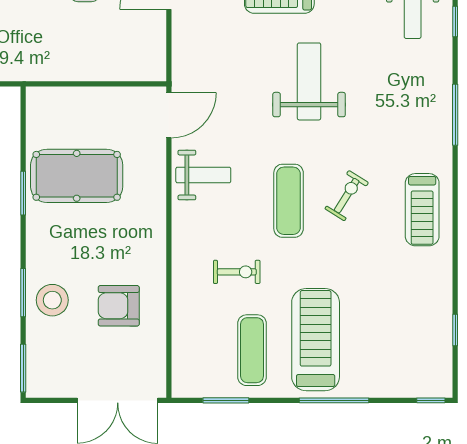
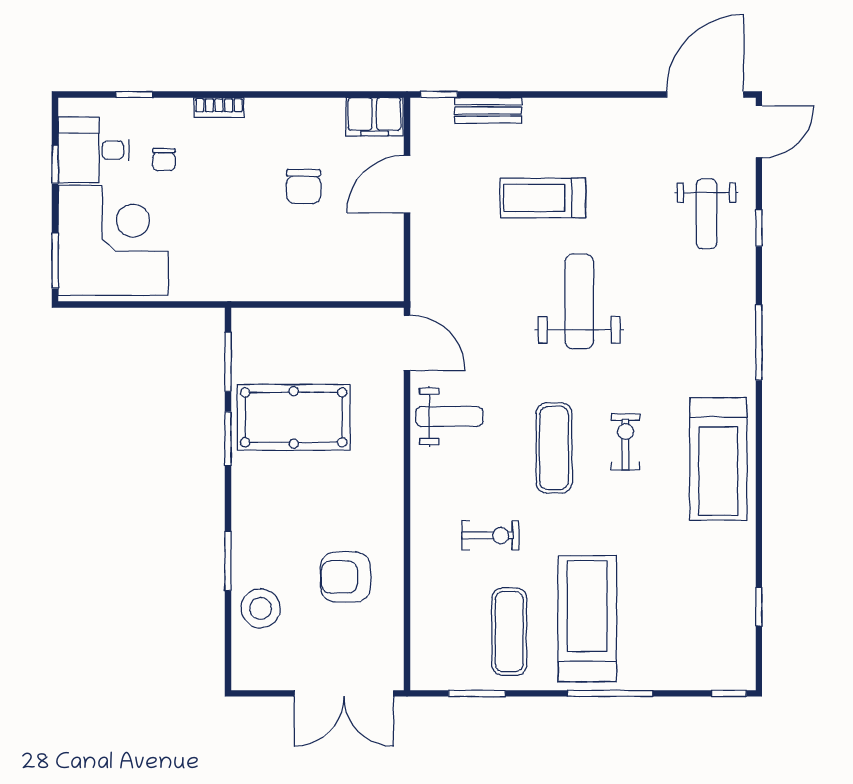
door: (169, 115) -> (407, 343), hinge flipped
exercise bike: (347, 196) -> (625, 442), turned -32
treadmill: (422, 210) -> (718, 459), width x1.37, depth x1.38
stool: (52, 300) -> (261, 608), moved
window: (23, 368) -> (228, 362), moved

